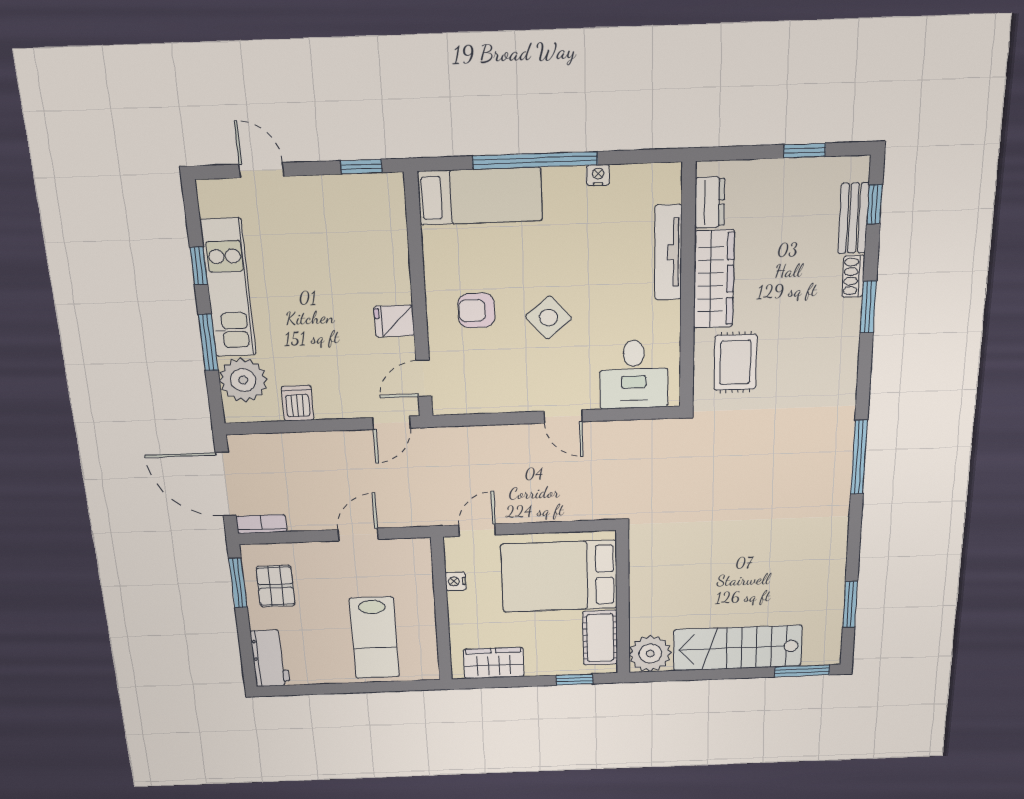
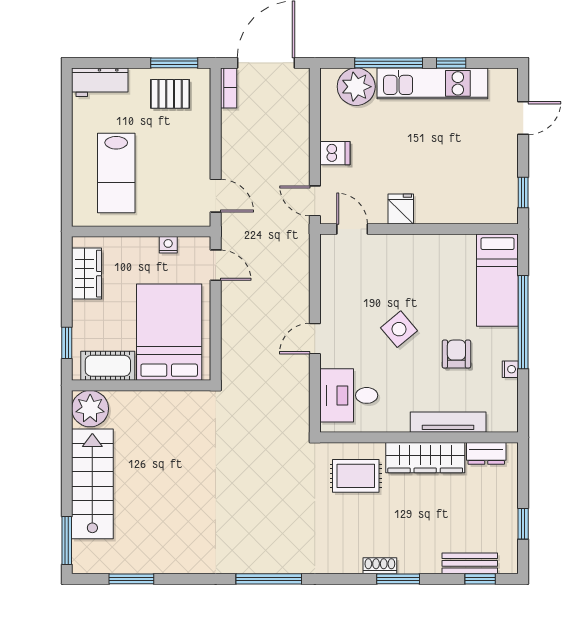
shoe rack: (853, 276) -> (380, 566), moved
armchair: (476, 310) -> (456, 354), moved
window: (208, 343) -> (389, 63), width x1.44
dishwasher: (298, 403) -> (335, 153), moved
door: (358, 535) -> (216, 196), moved
lab bench: (374, 638) -> (116, 173), turned -90

